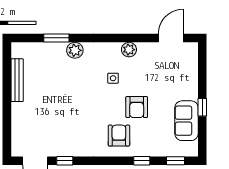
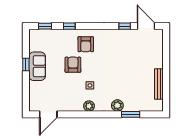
plant: (129, 50) -> (89, 106), moved
sofa: (187, 121) -> (37, 66), moved

